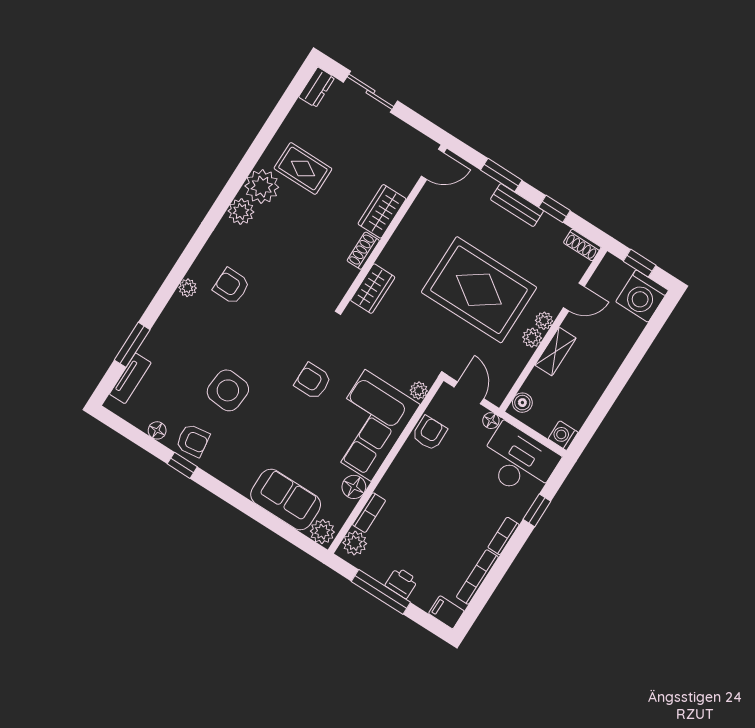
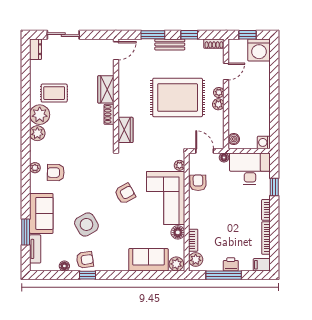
plant: (188, 288) -> (35, 168), moved
sofa: (172, 332) -> (41, 213), added
shelving: (555, 352) -> (234, 104), removed
armchair: (313, 381) -> (125, 194), turned 151
side table: (228, 390) -> (86, 224), turned -35

